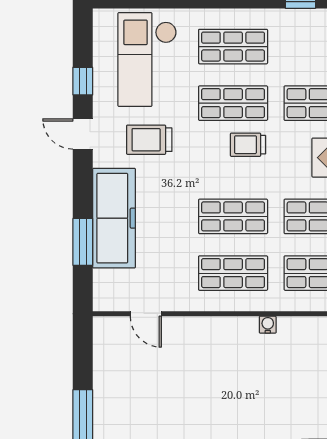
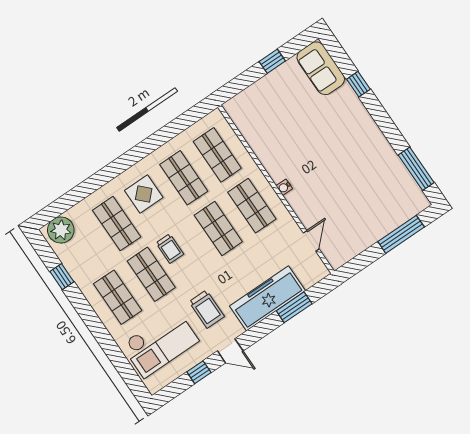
door: (83, 134) -> (230, 351), hinge flipped
water cooler: (268, 325) -> (284, 187), moved

